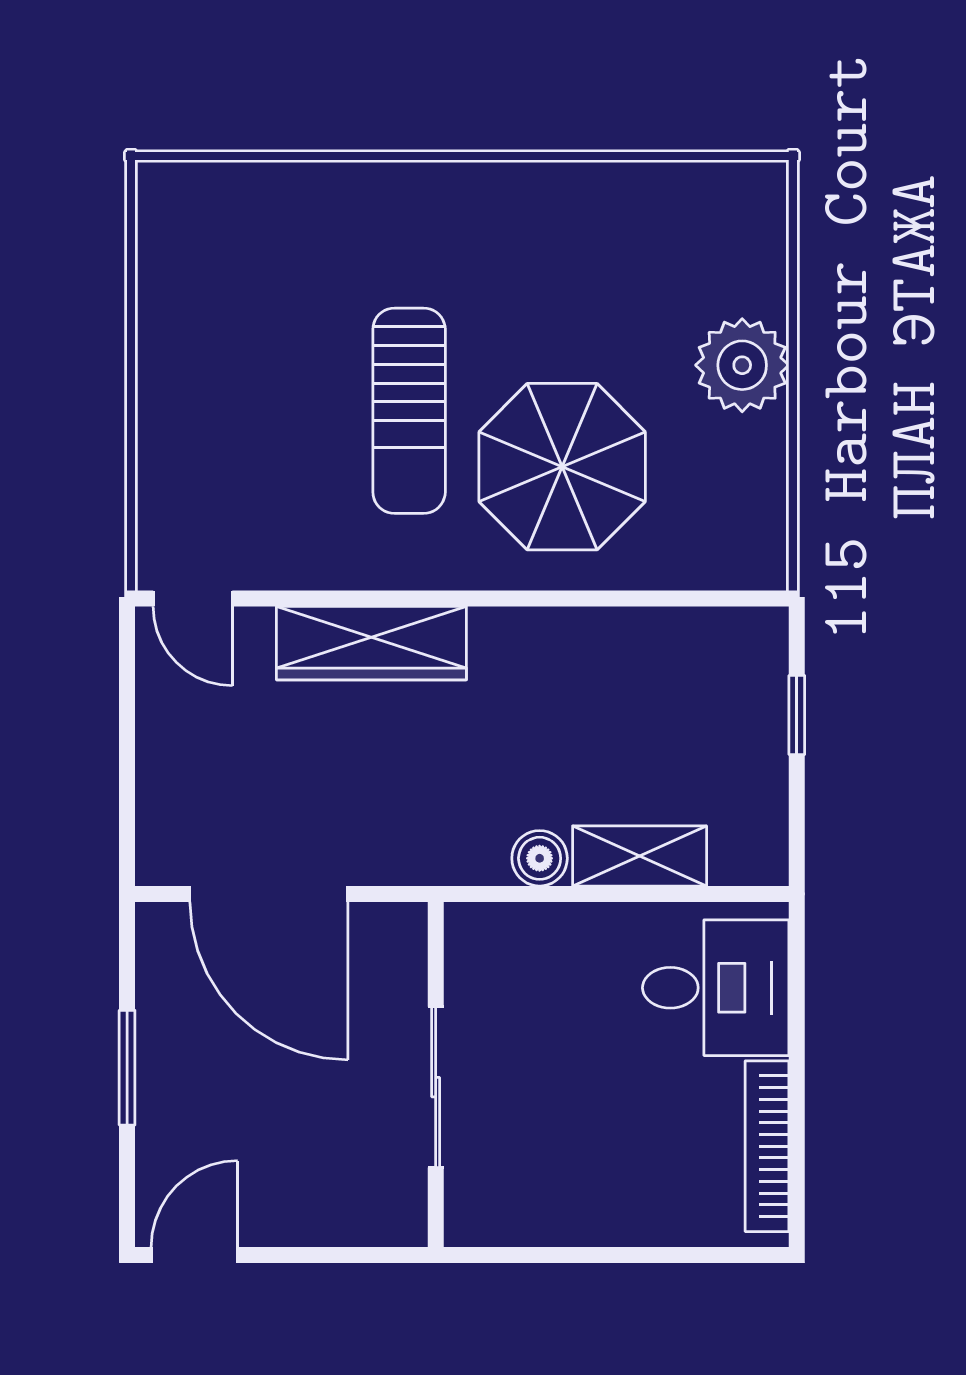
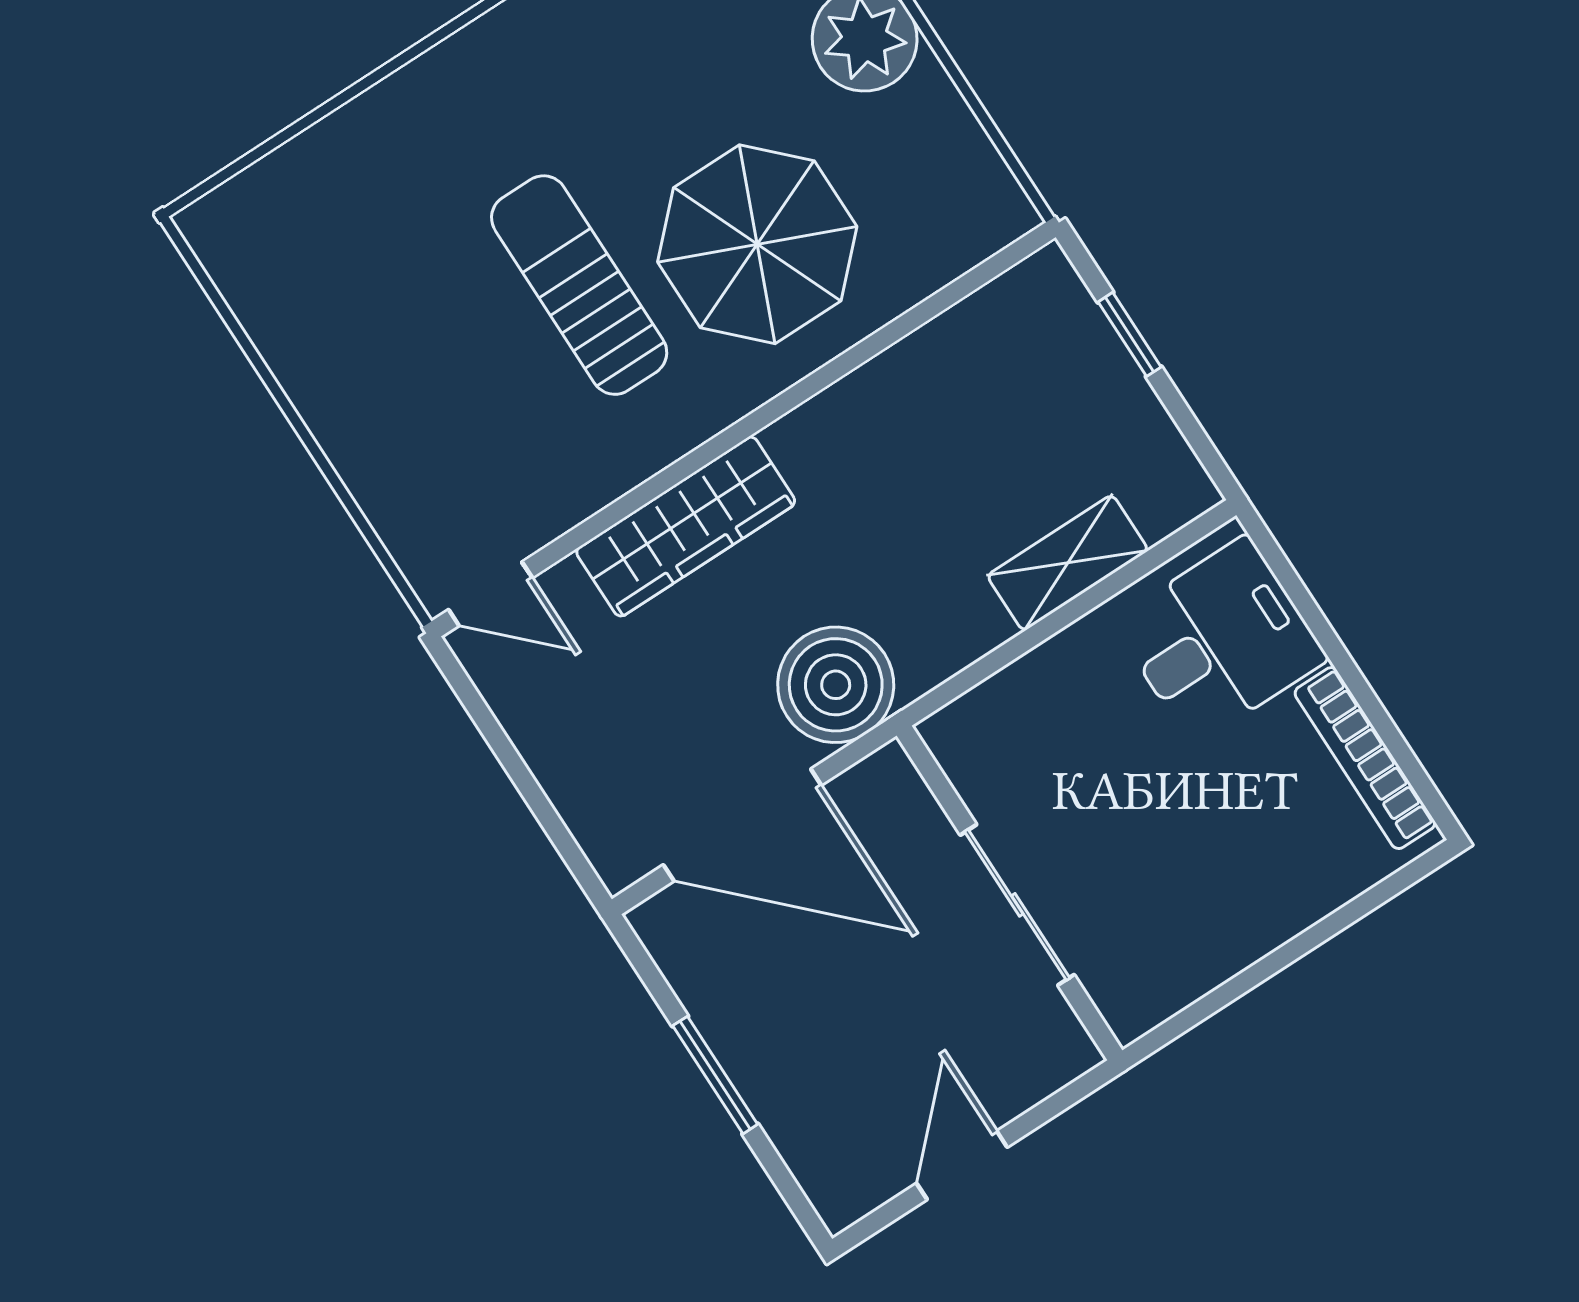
sun lounger: (409, 411) -> (579, 285), turned 180
boiler: (540, 858) -> (836, 685), moved, width x1.86, depth x1.86
door: (194, 1255) -> (962, 1165), moved

